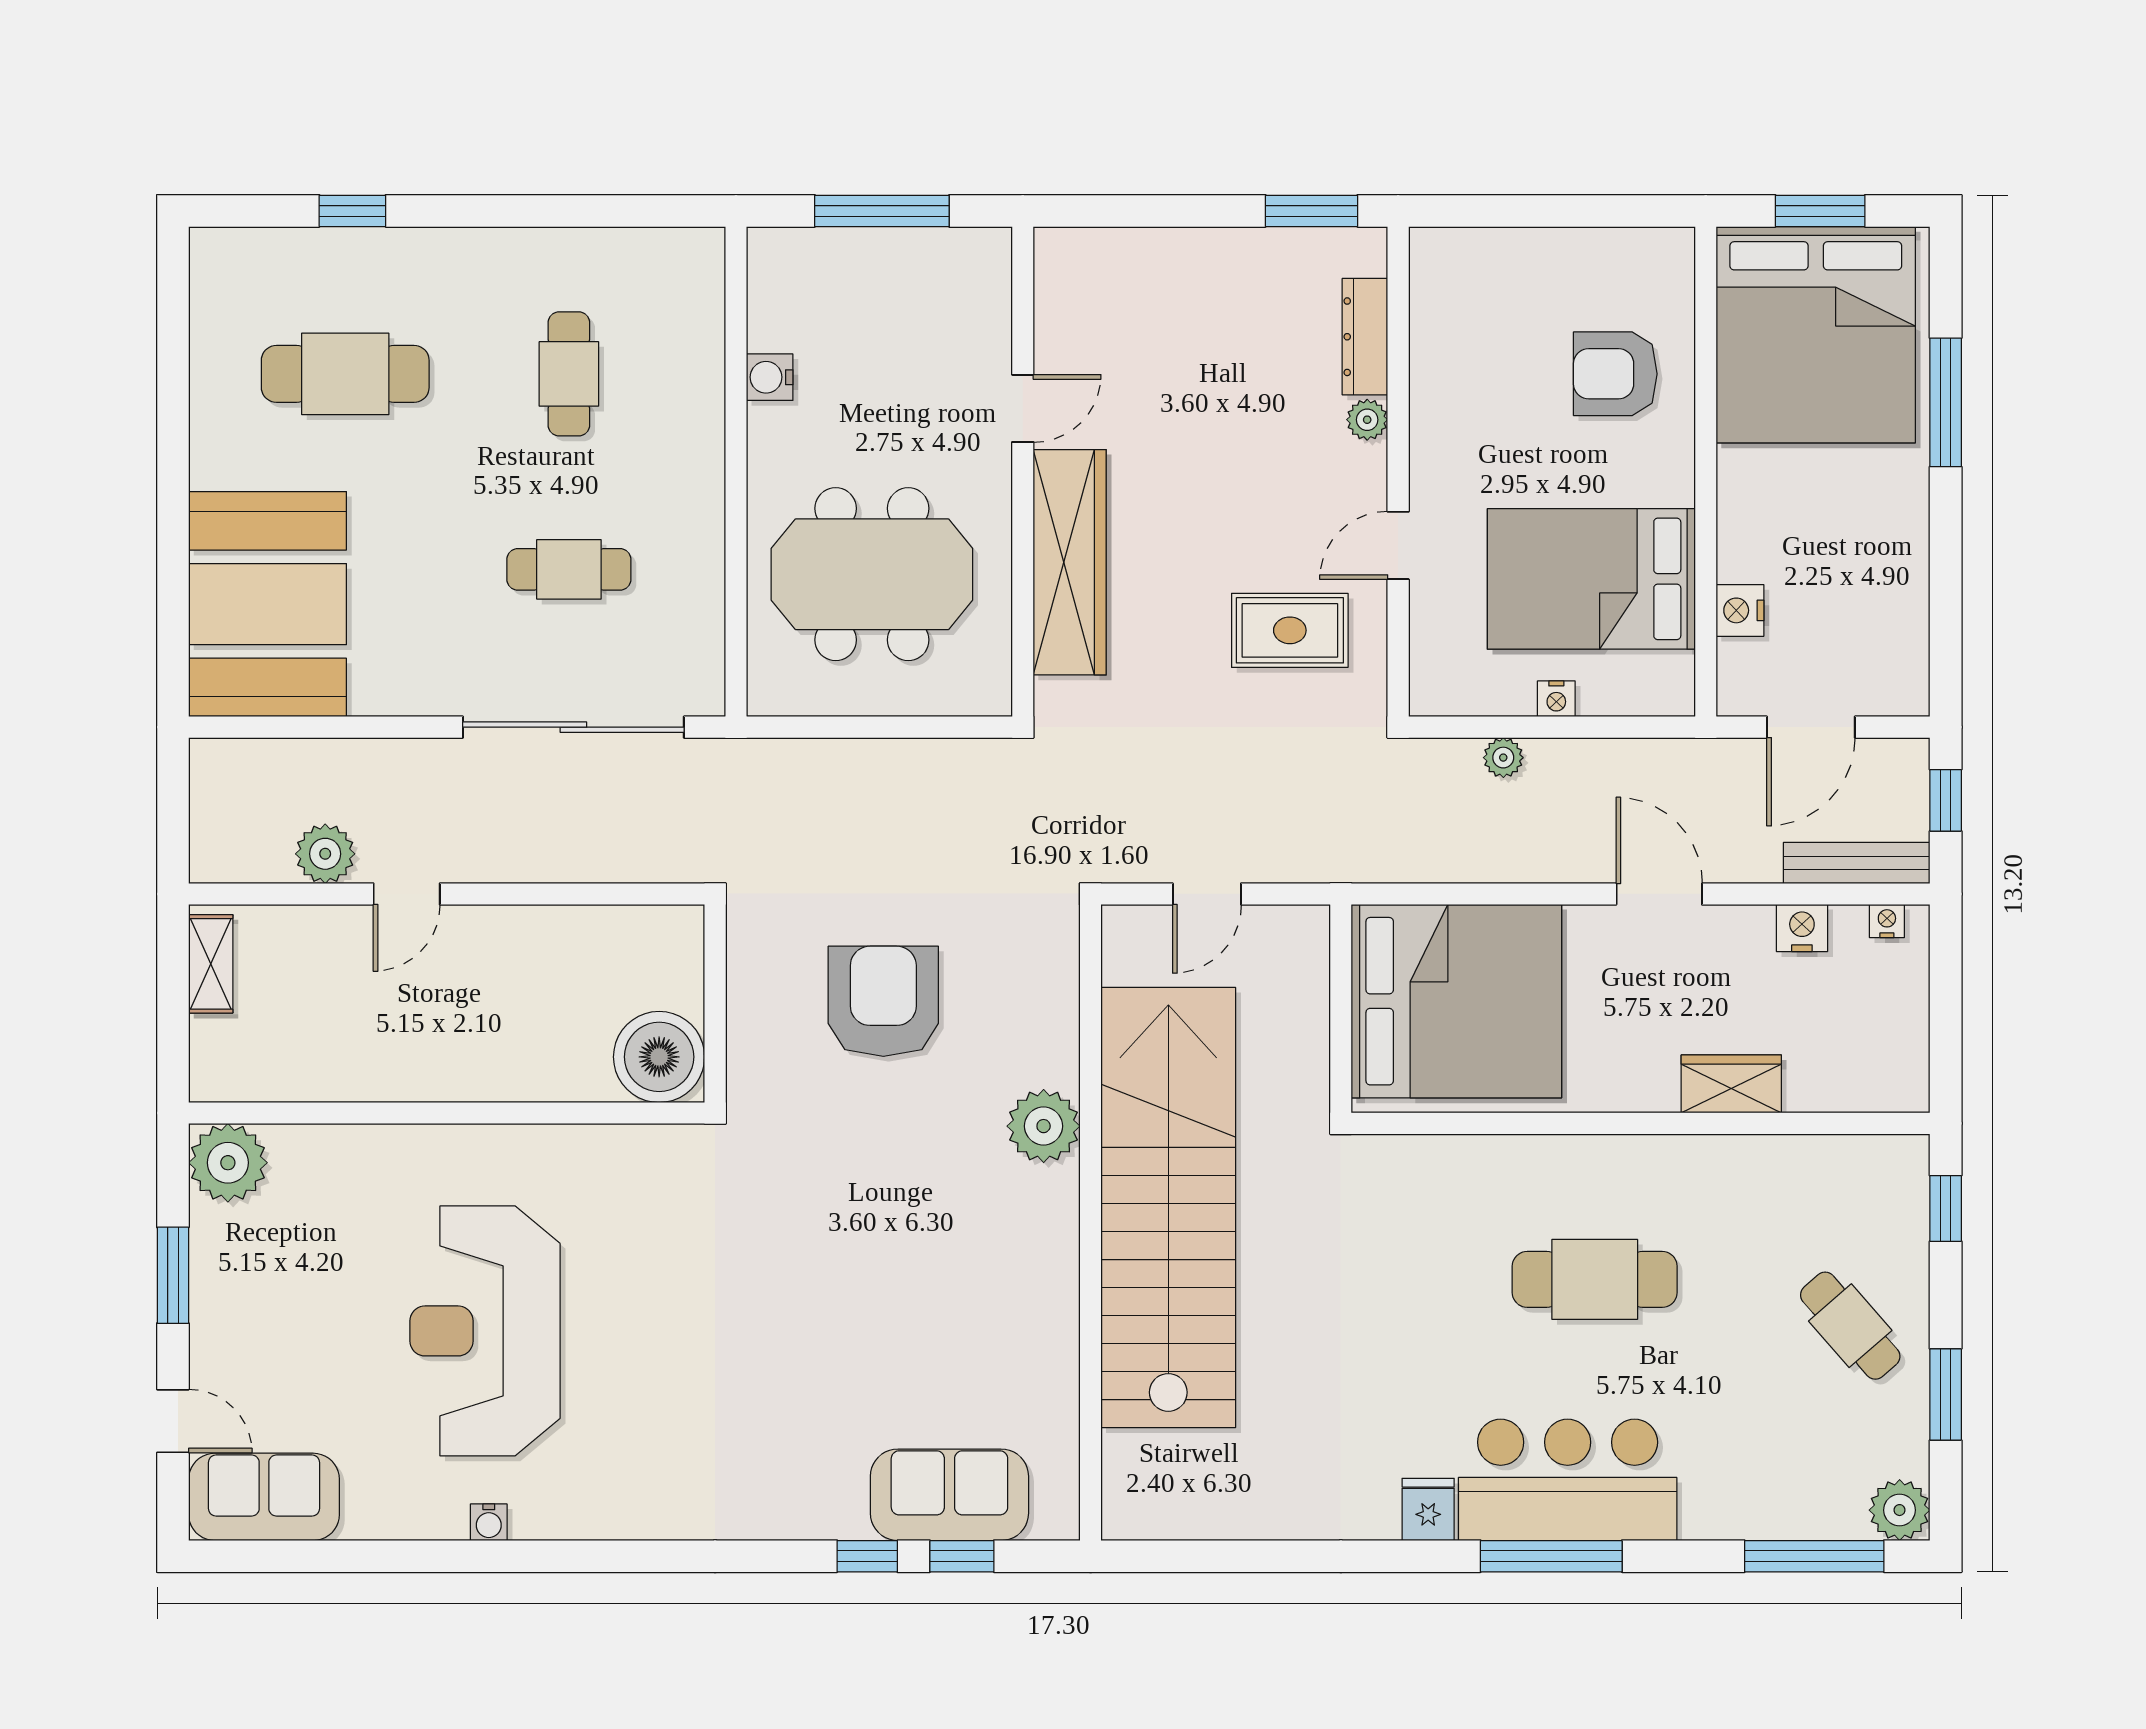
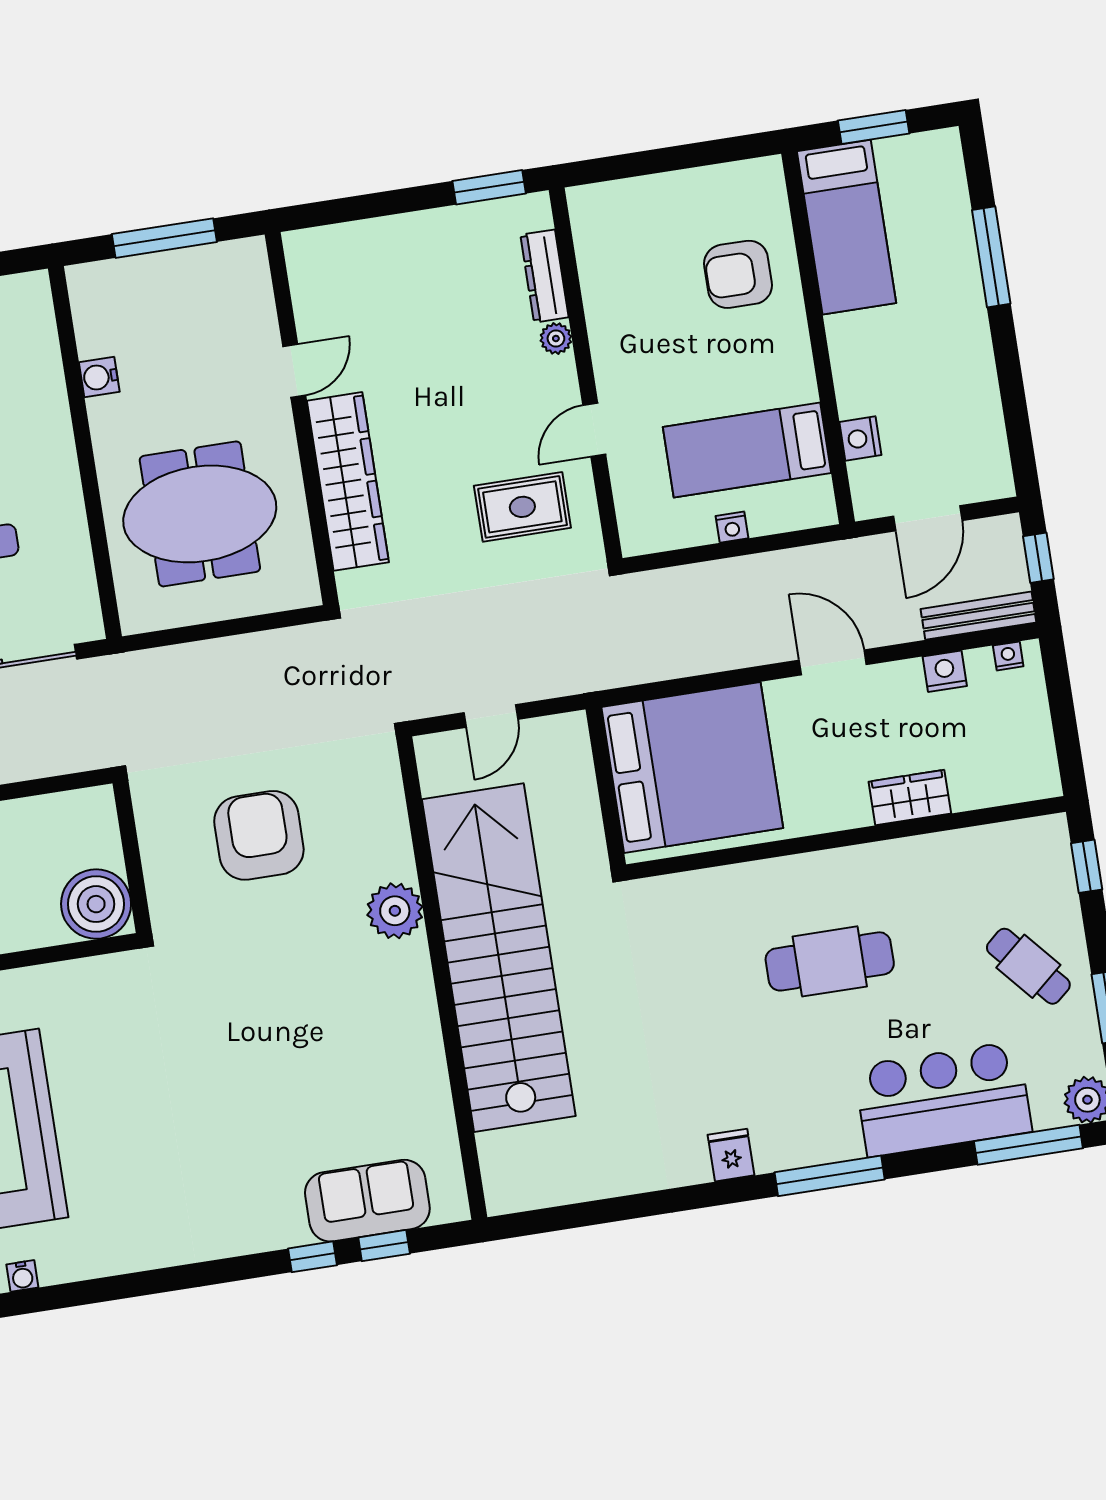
bed: (1816, 335) -> (847, 227), width x0.49
bed: (1591, 579) -> (747, 450), width x0.67
plant: (1503, 758) -> (699, 578), removed
bar counter: (1568, 1480) -> (943, 1099), moved

